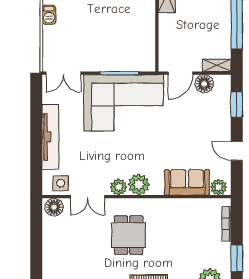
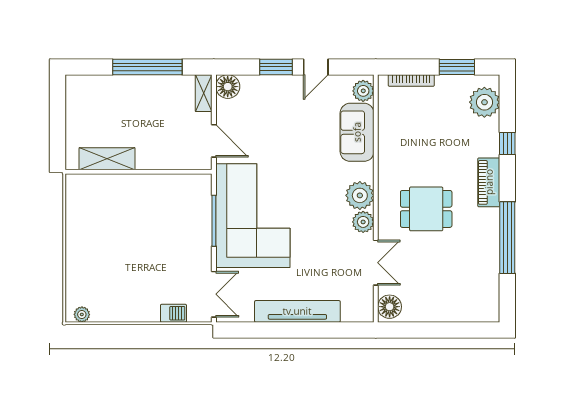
barbecue: (49, 15) -> (173, 313), moved
floor lamp: (204, 84) -> (228, 87), moved
window: (237, 104) -> (276, 67), moved
side table: (61, 183) -> (358, 298), removed

